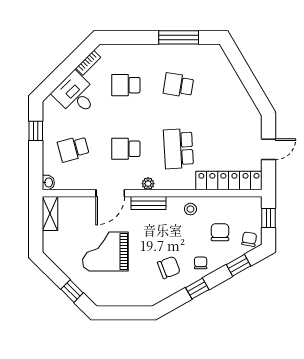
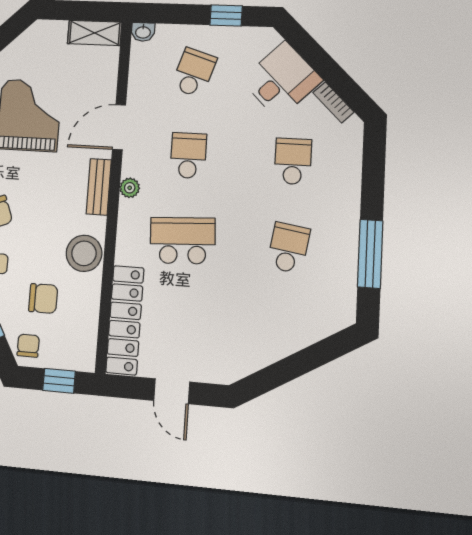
school desk: (73, 149) -> (194, 73), turned 33
door: (110, 193) -> (119, 127), hinge flipped
stool: (190, 209) -> (84, 253), width x1.89, depth x1.89
chair: (249, 239) -> (28, 346), turned -99

